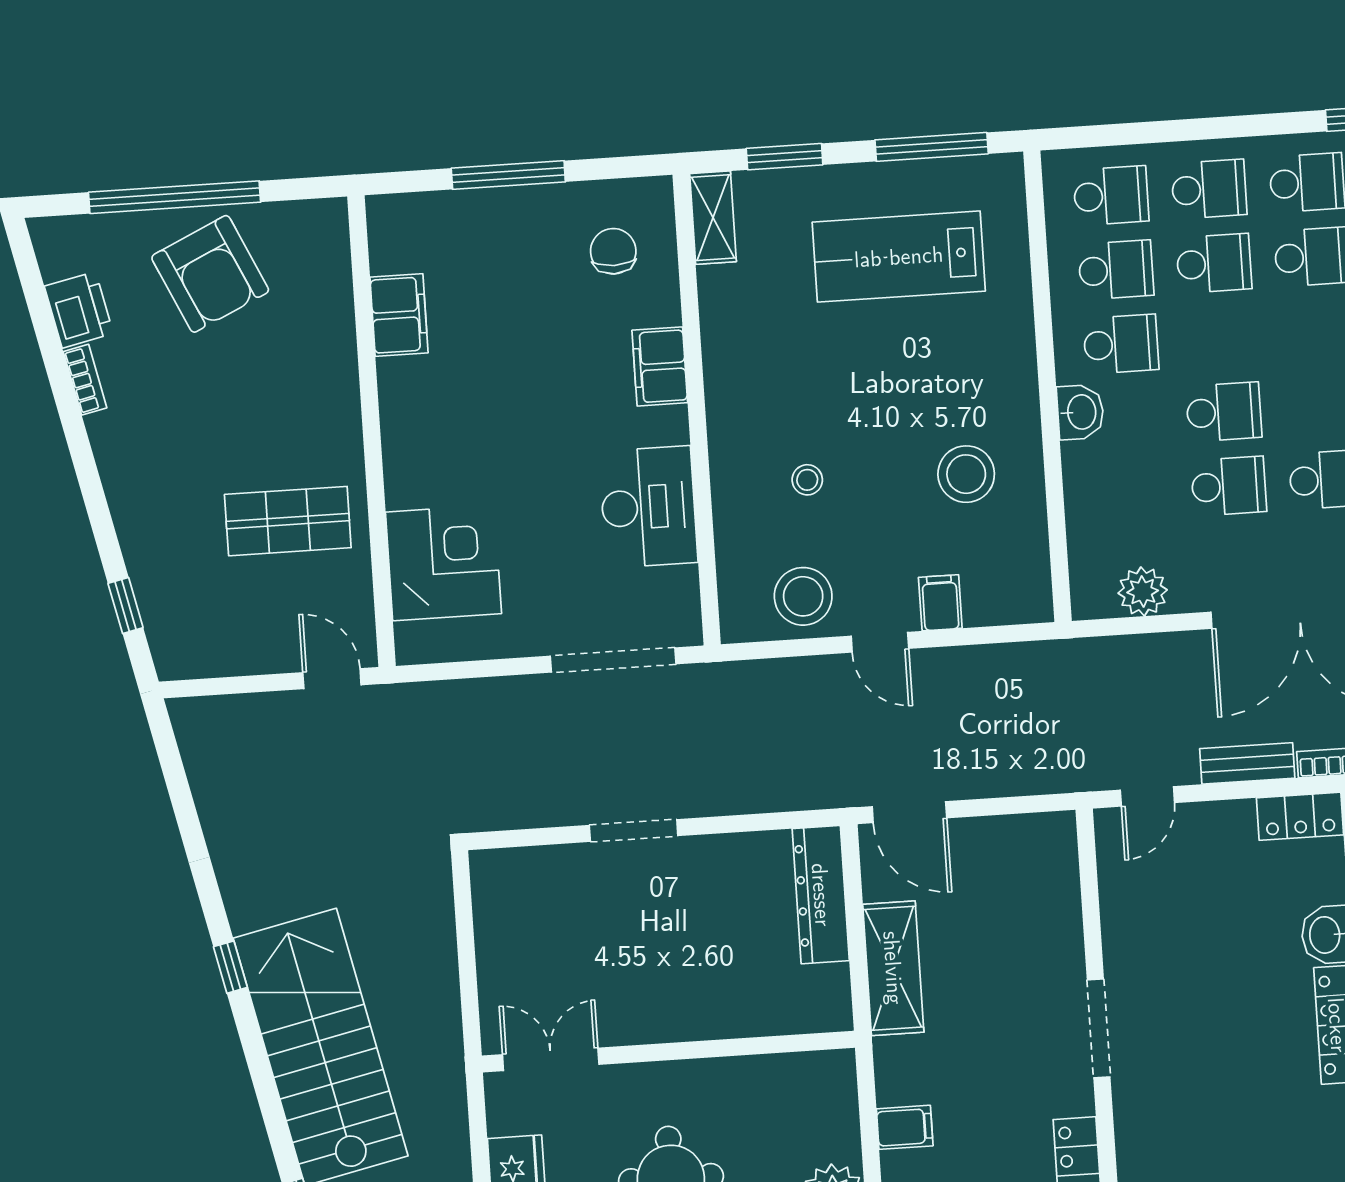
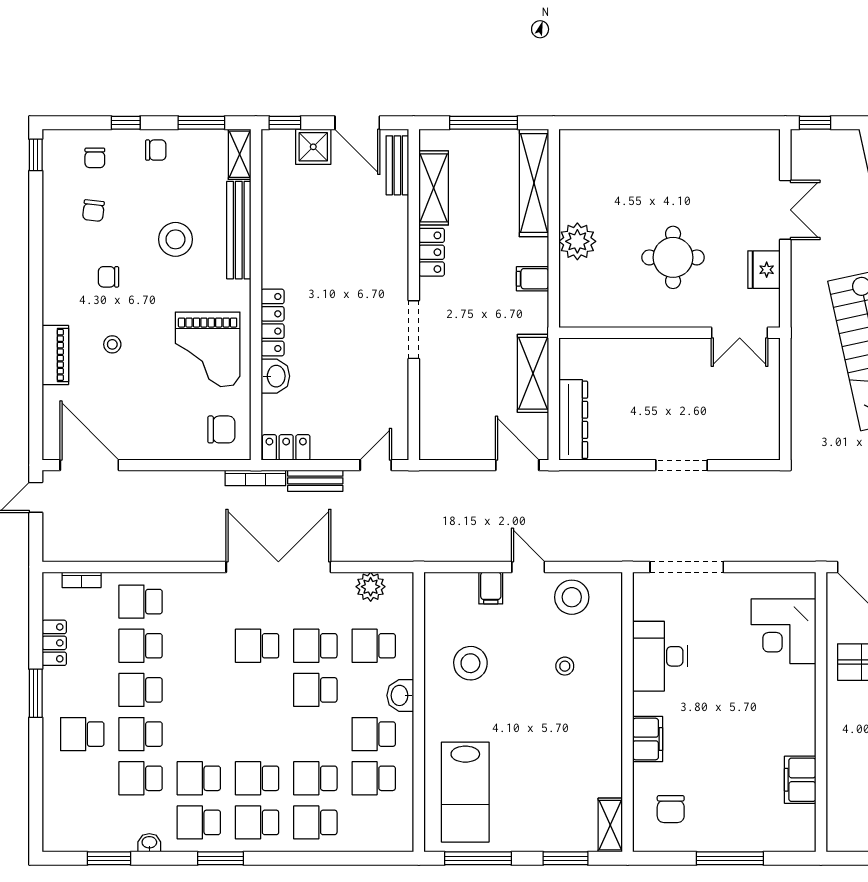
school desk: (1111, 196) -> (374, 646), moved
lab bench: (899, 257) -> (465, 792), moved, turned 90

